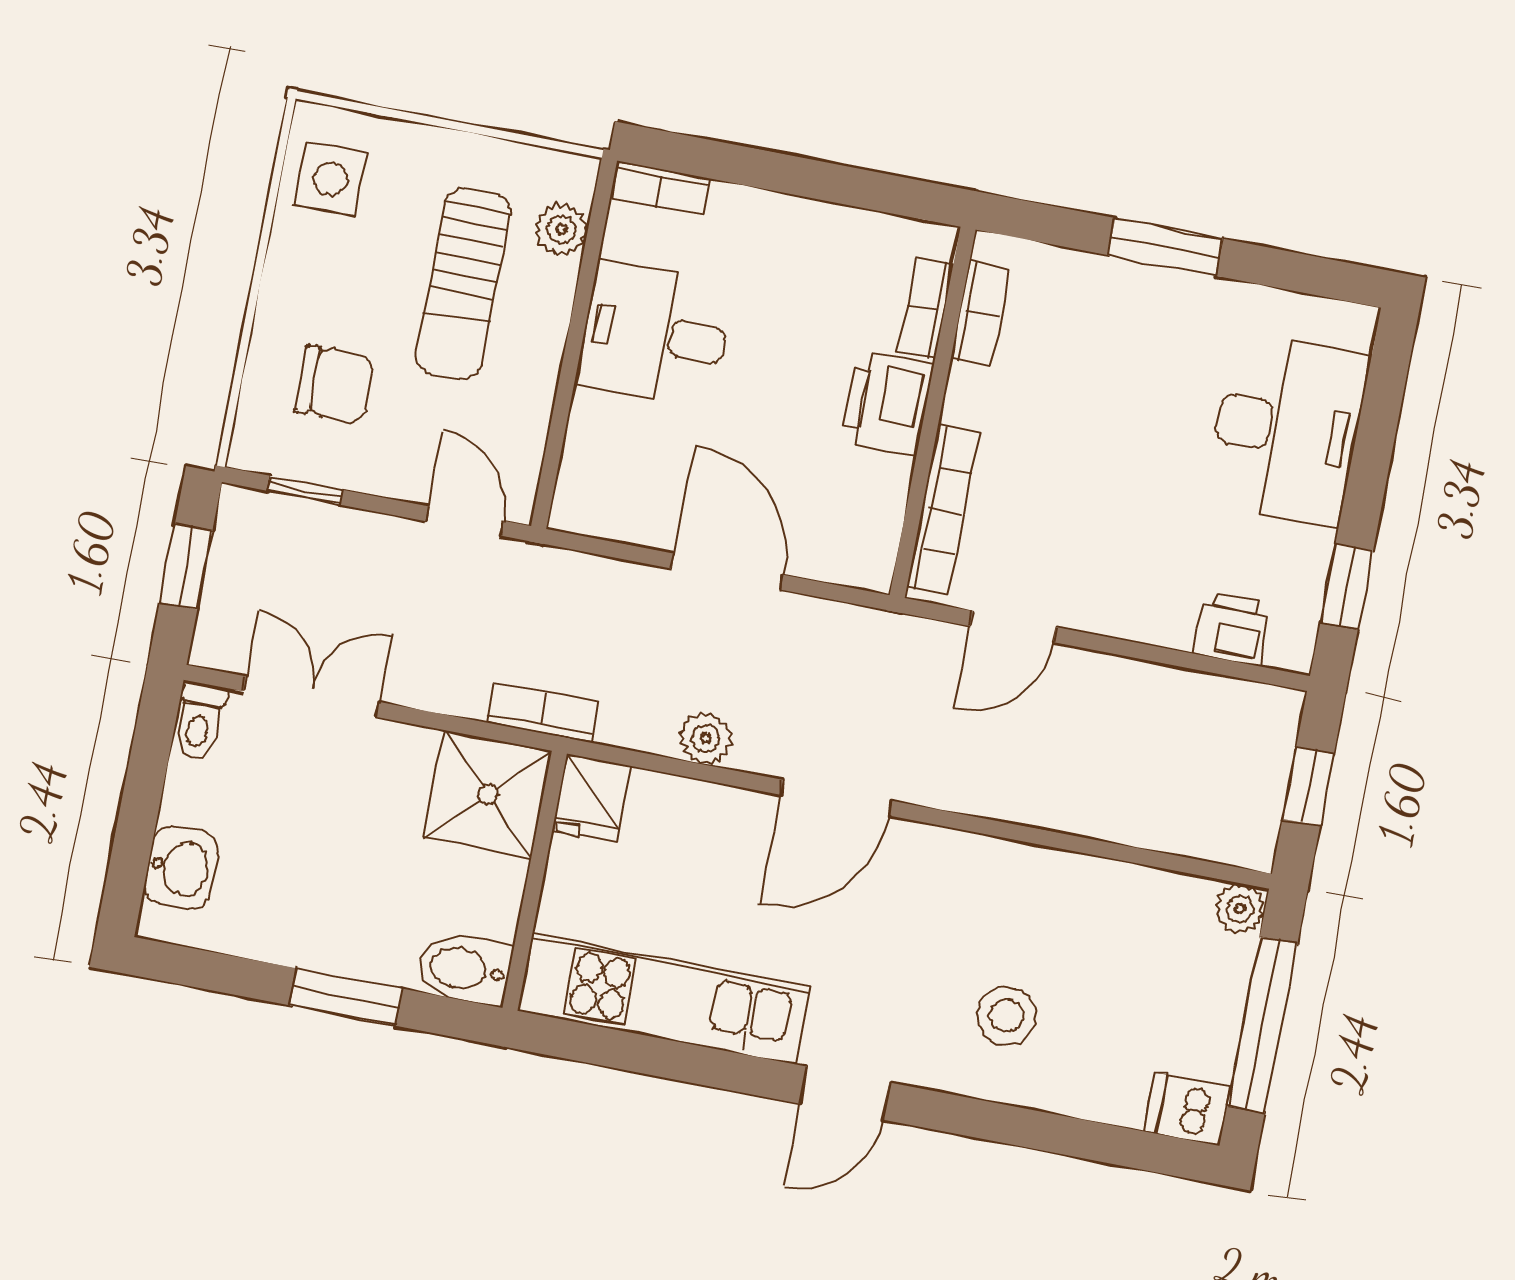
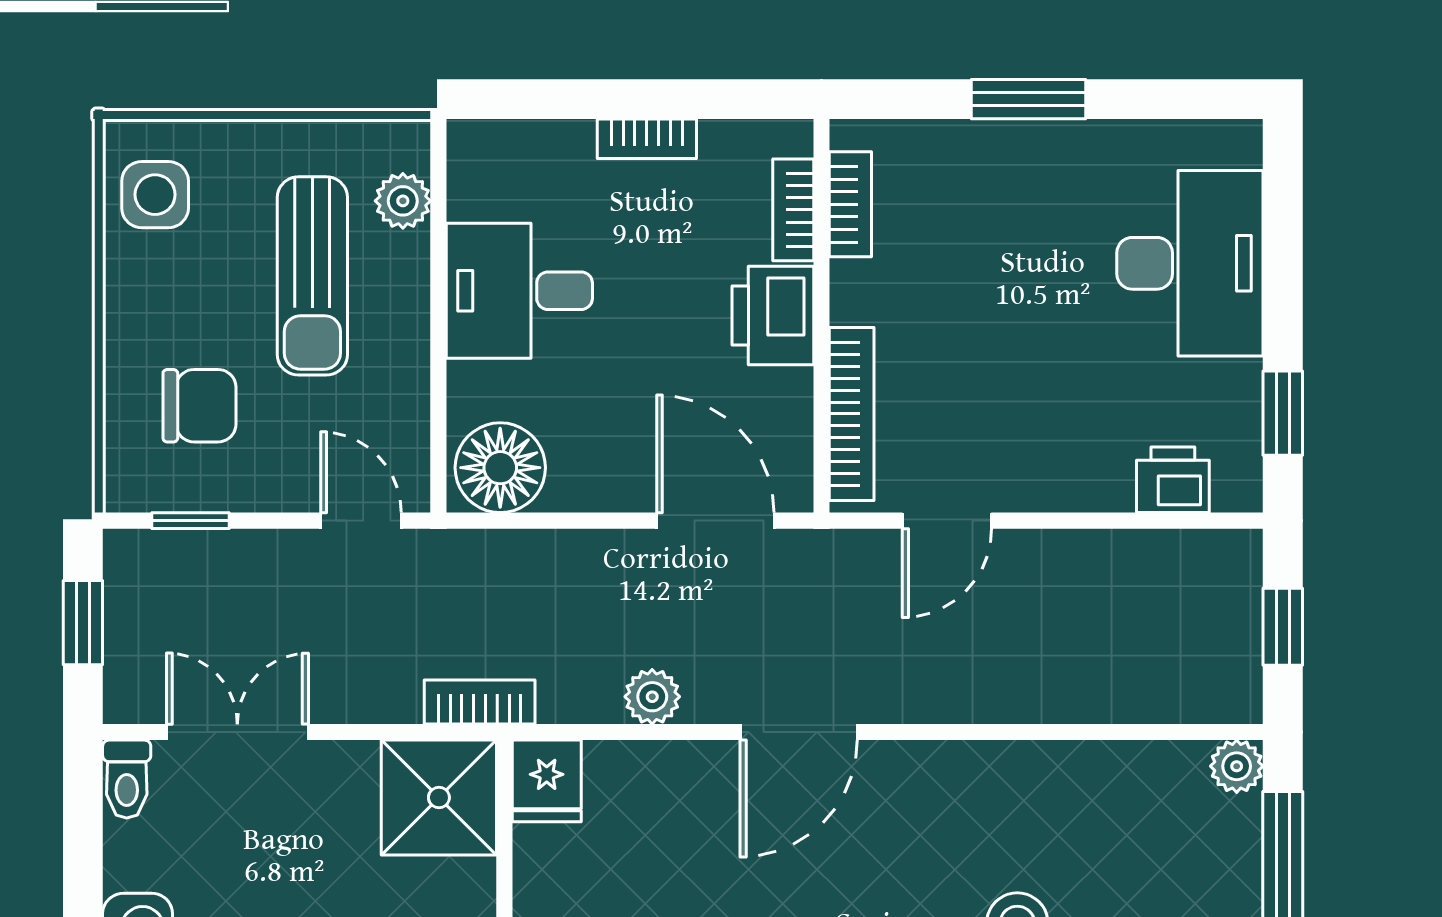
bookcase: (660, 188) -> (647, 139), moved
floor lamp: (605, 497) -> (500, 468), added
door: (727, 572) -> (715, 521), moved

